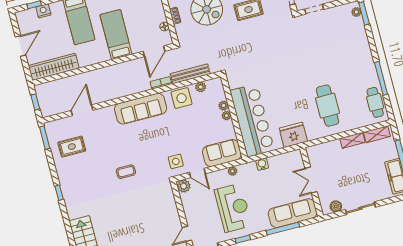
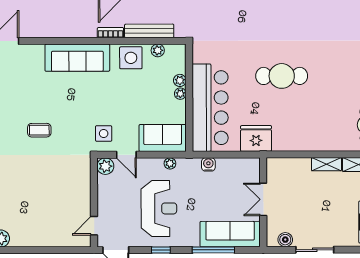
cafe table: (328, 106) -> (282, 76), moved, turned 90

